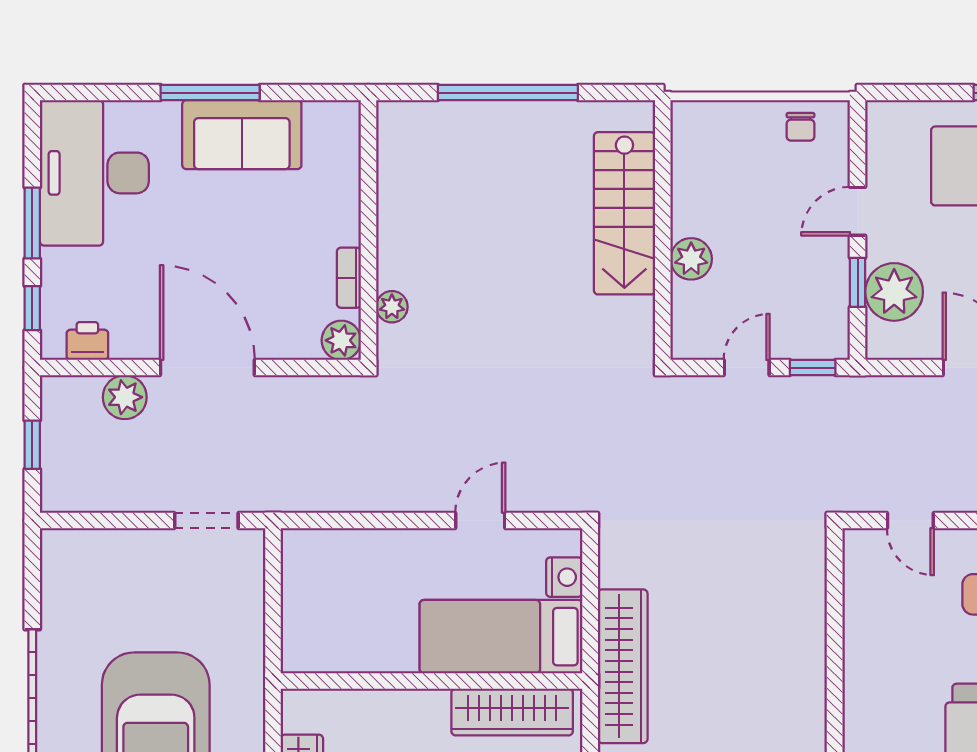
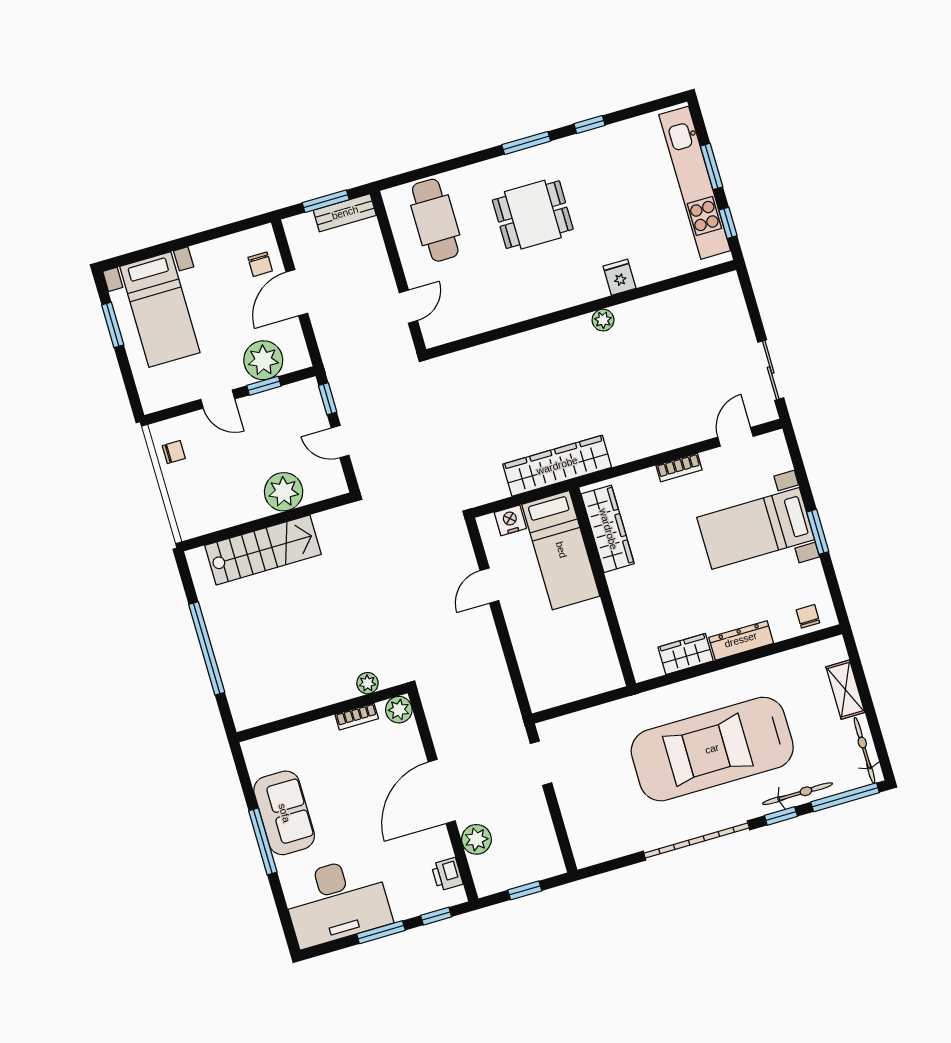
plant: (691, 259) -> (284, 492), width x1.36, depth x1.36
door: (480, 520) -> (489, 586), hinge flipped

